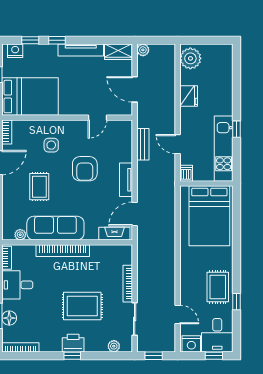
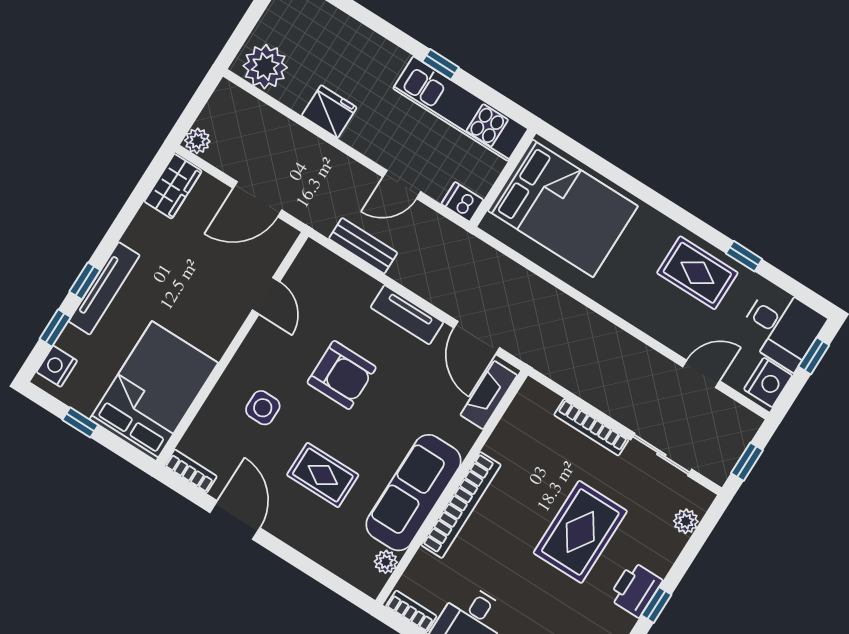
tv unit: (81, 50) -> (104, 288), moved

